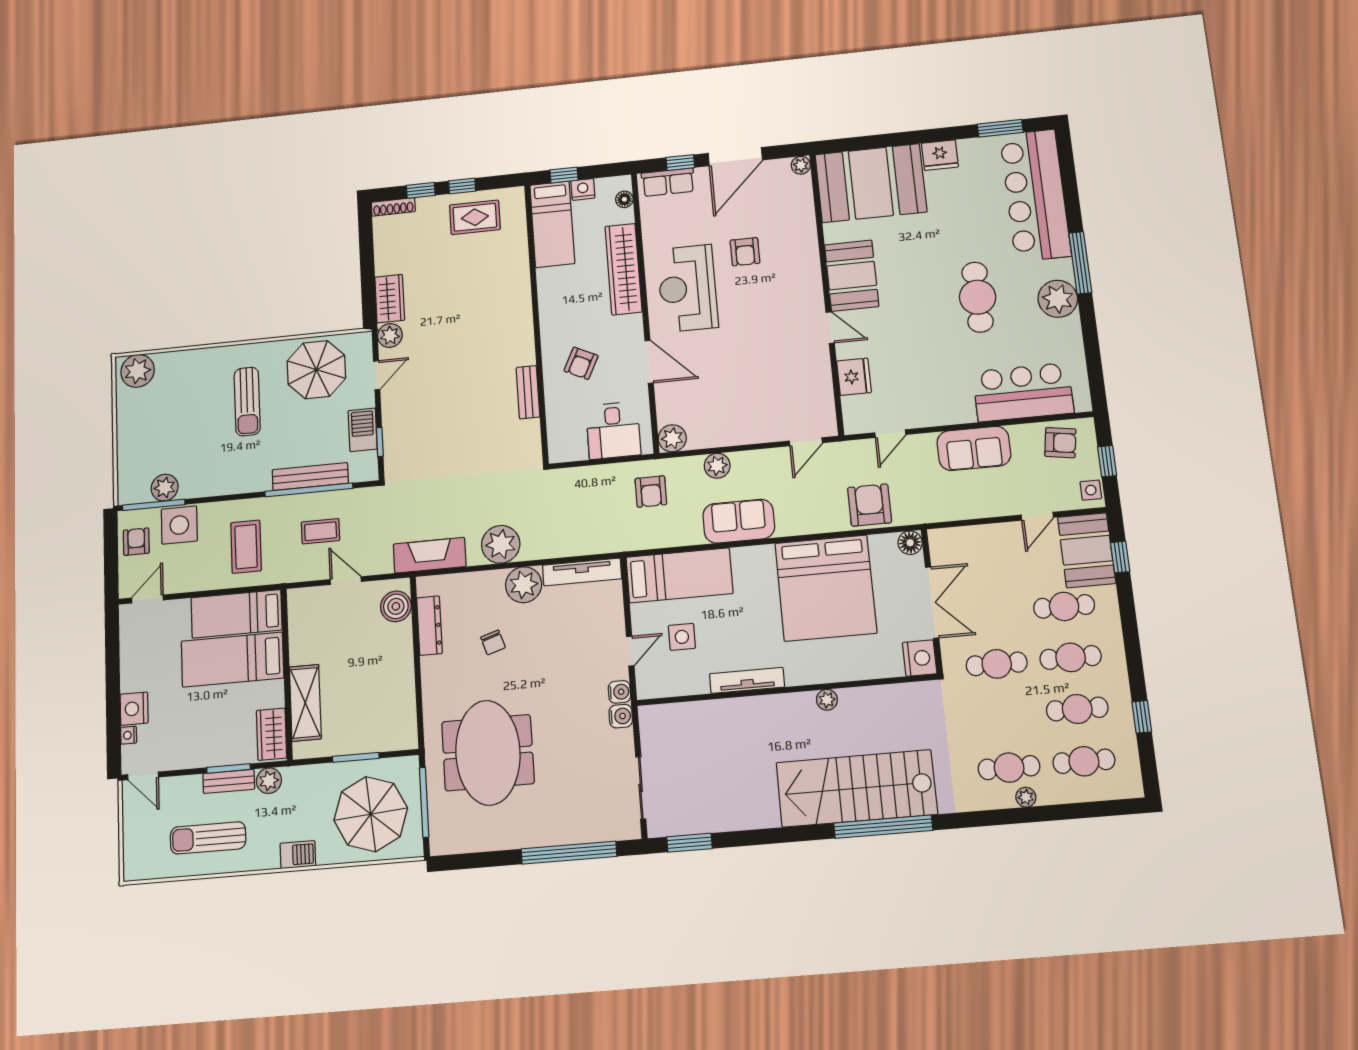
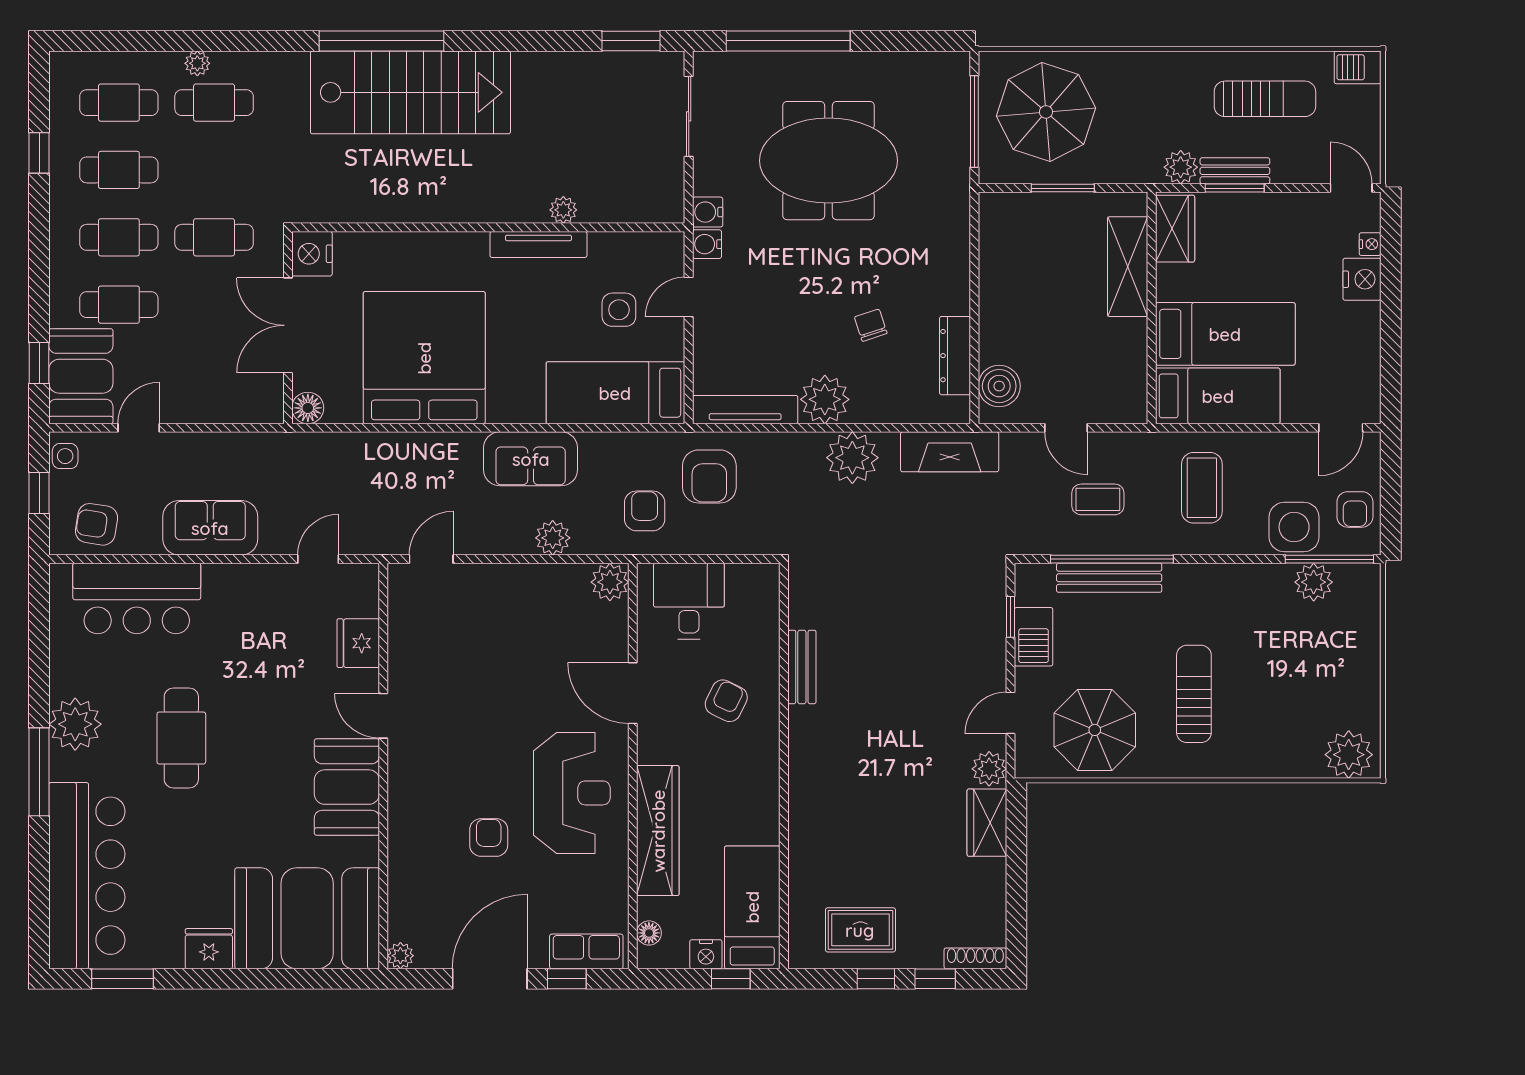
armchair: (870, 505) -> (709, 476), moved
plant: (827, 700) -> (563, 210), moved
meeting table: (488, 753) -> (829, 161), moved, turned 90
barbecue: (298, 855) -> (1358, 67), moved

